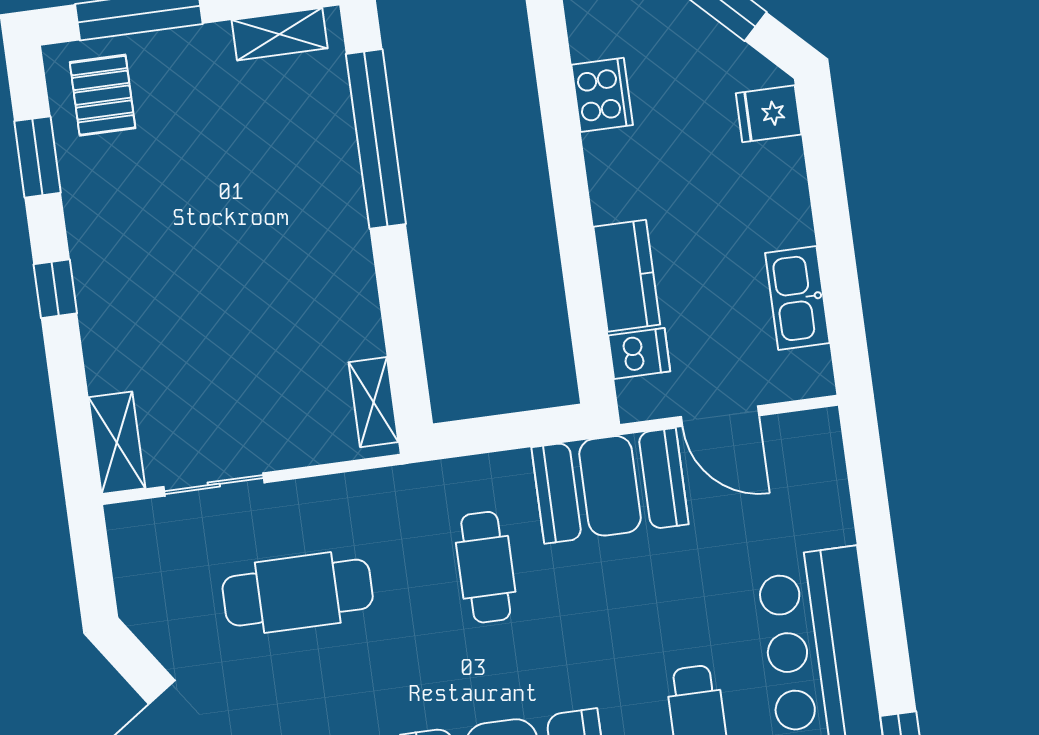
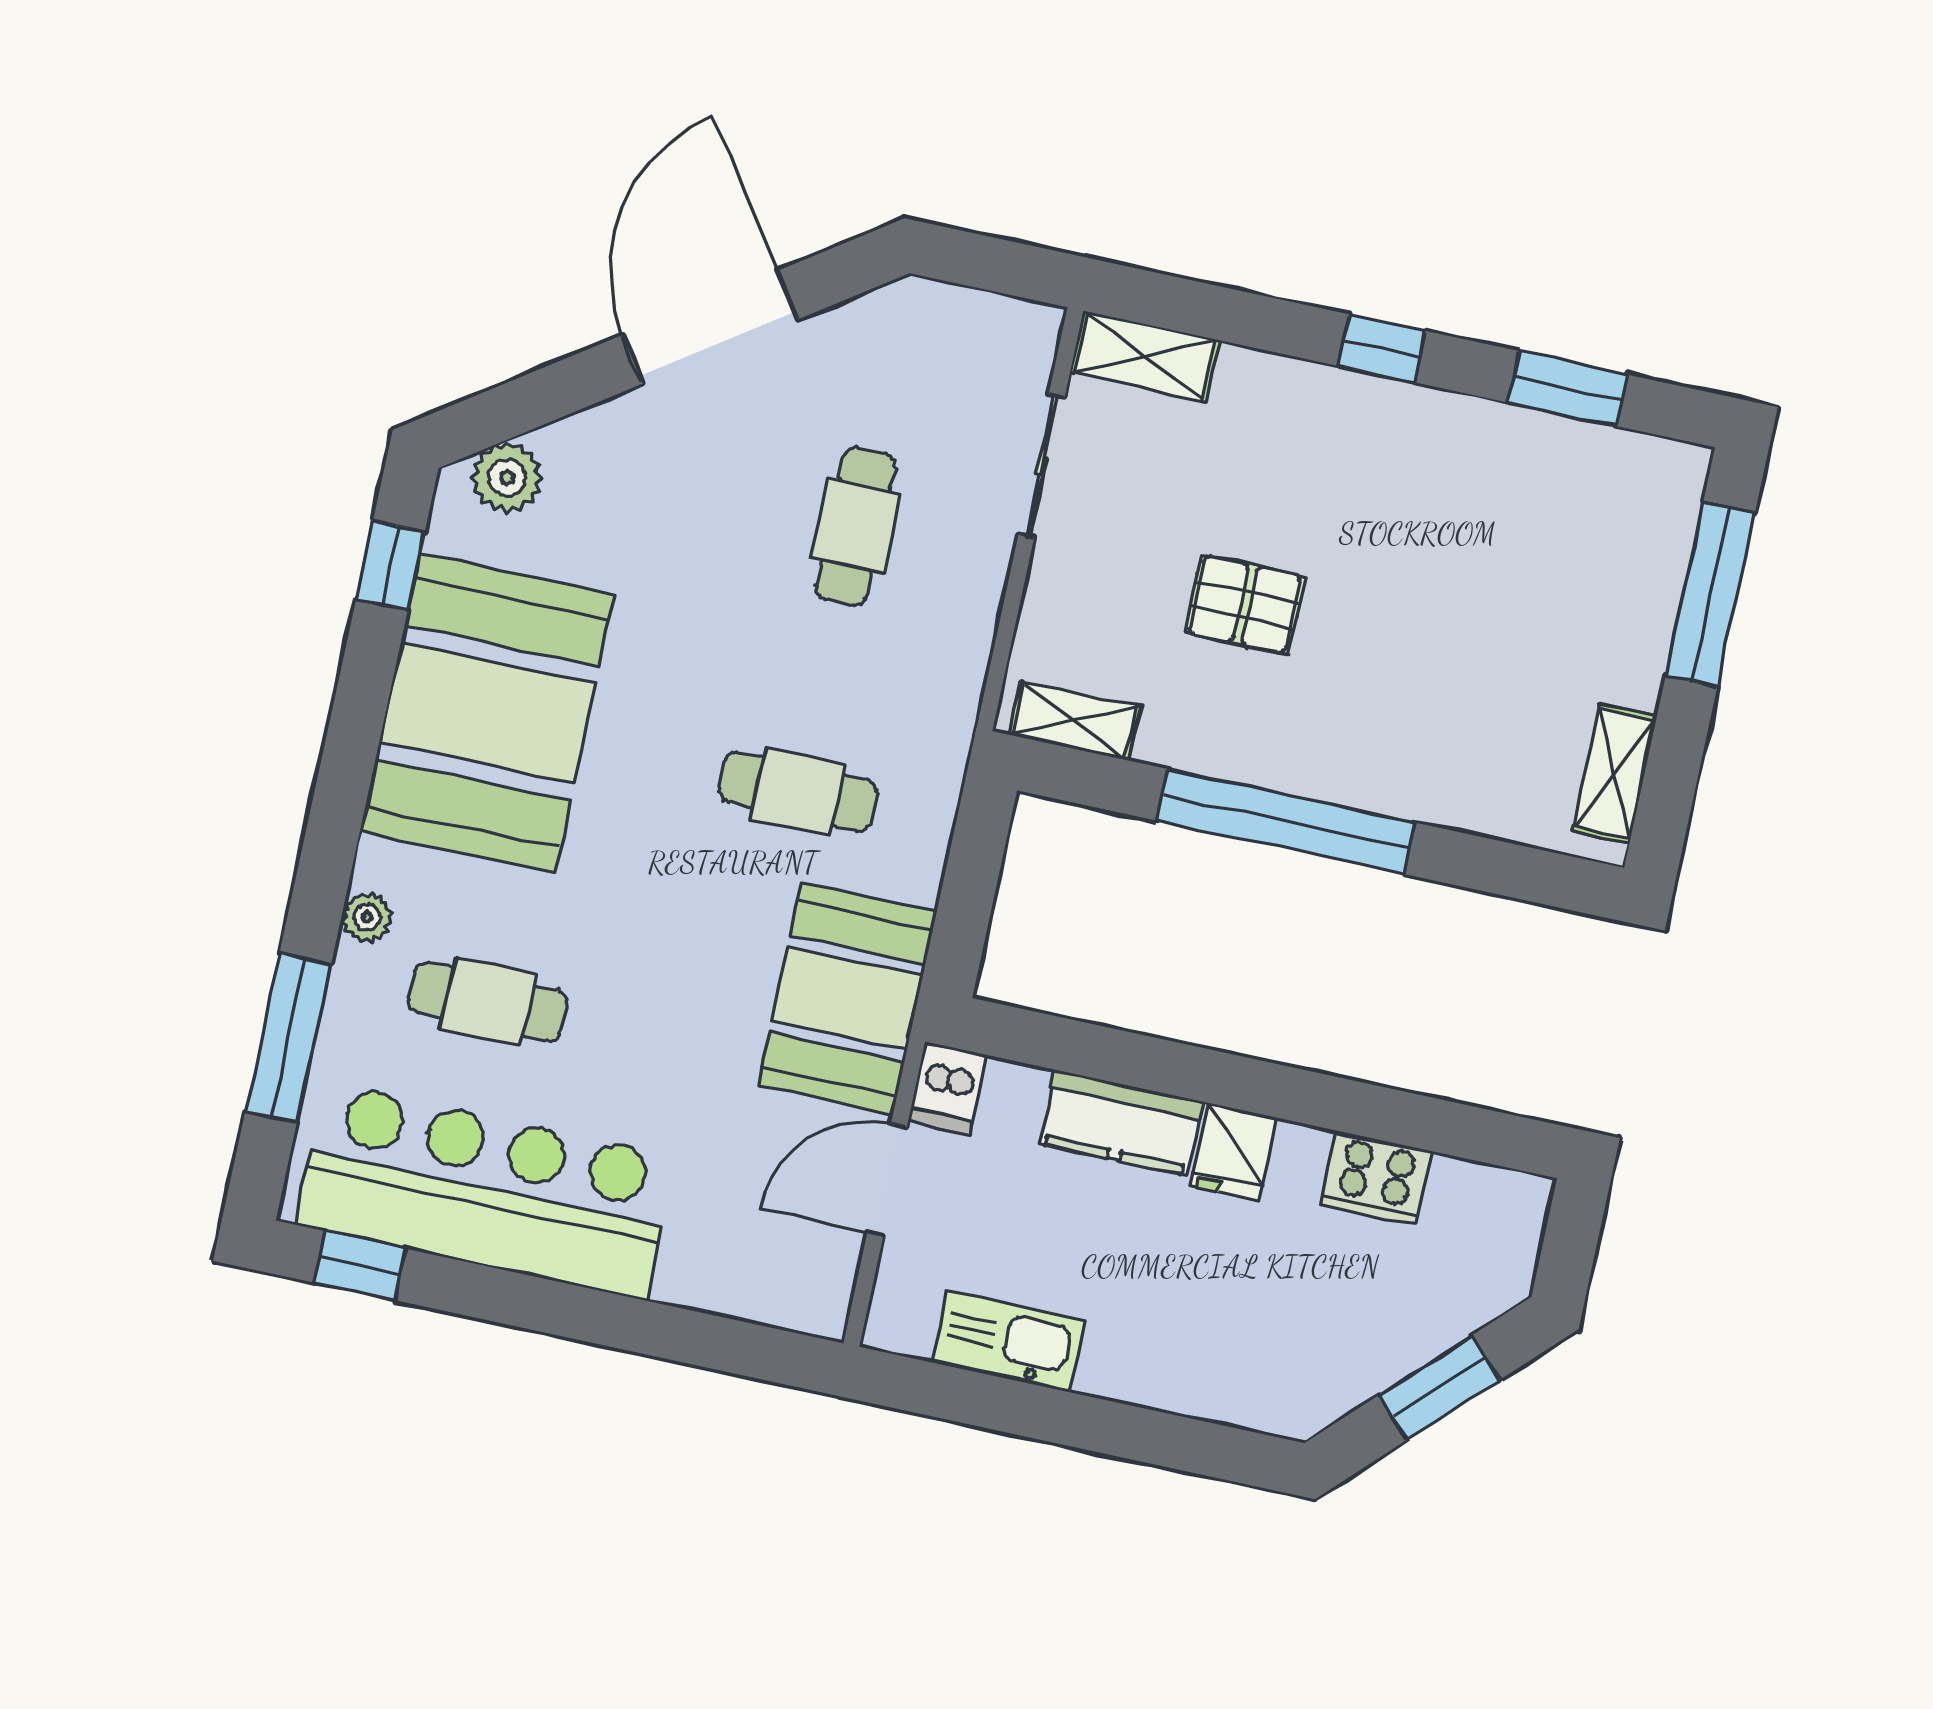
pallet: (103, 95) -> (1245, 604), moved
fridge: (769, 114) -> (1234, 1152), moved, turned 180
window: (376, 139) -> (1286, 822), moved
dishwasher: (639, 353) -> (947, 1088), moved
cafe table: (298, 593) -> (855, 526), width x0.73, depth x0.74

